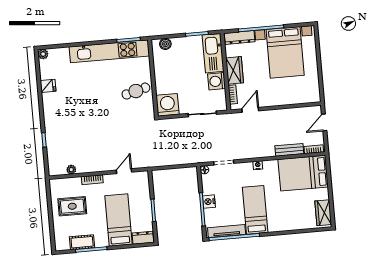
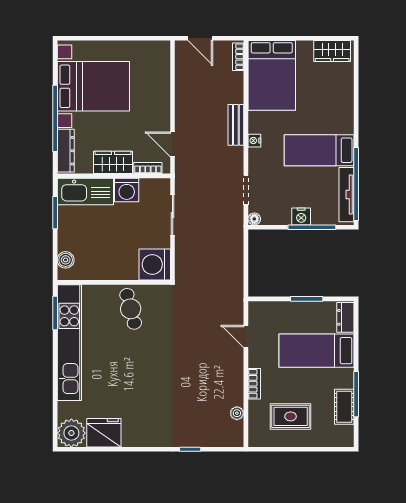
plant: (43, 54) -> (71, 433), width x1.87, depth x1.87
fridge: (48, 86) -> (104, 433), width x1.88, depth x1.34
bench: (289, 150) -> (236, 125), moved
rug: (72, 206) -> (291, 416), turned 90

